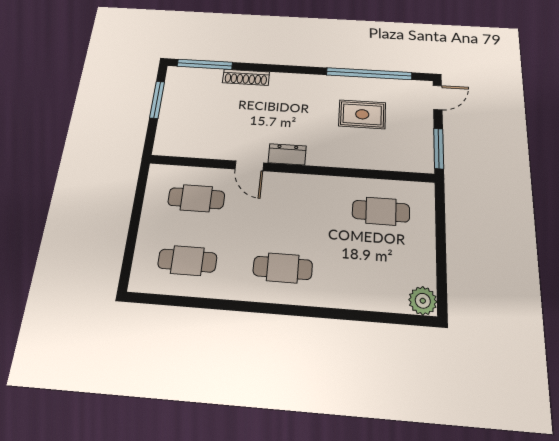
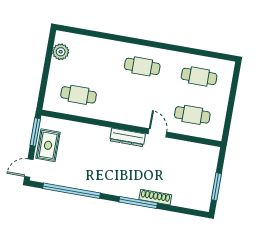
window: (205, 64) -> (138, 203), moved
rug: (362, 114) -> (48, 145), moved, turned 90
dresser: (287, 154) -> (128, 137), width x1.44
plant: (423, 301) -> (61, 52), moved

